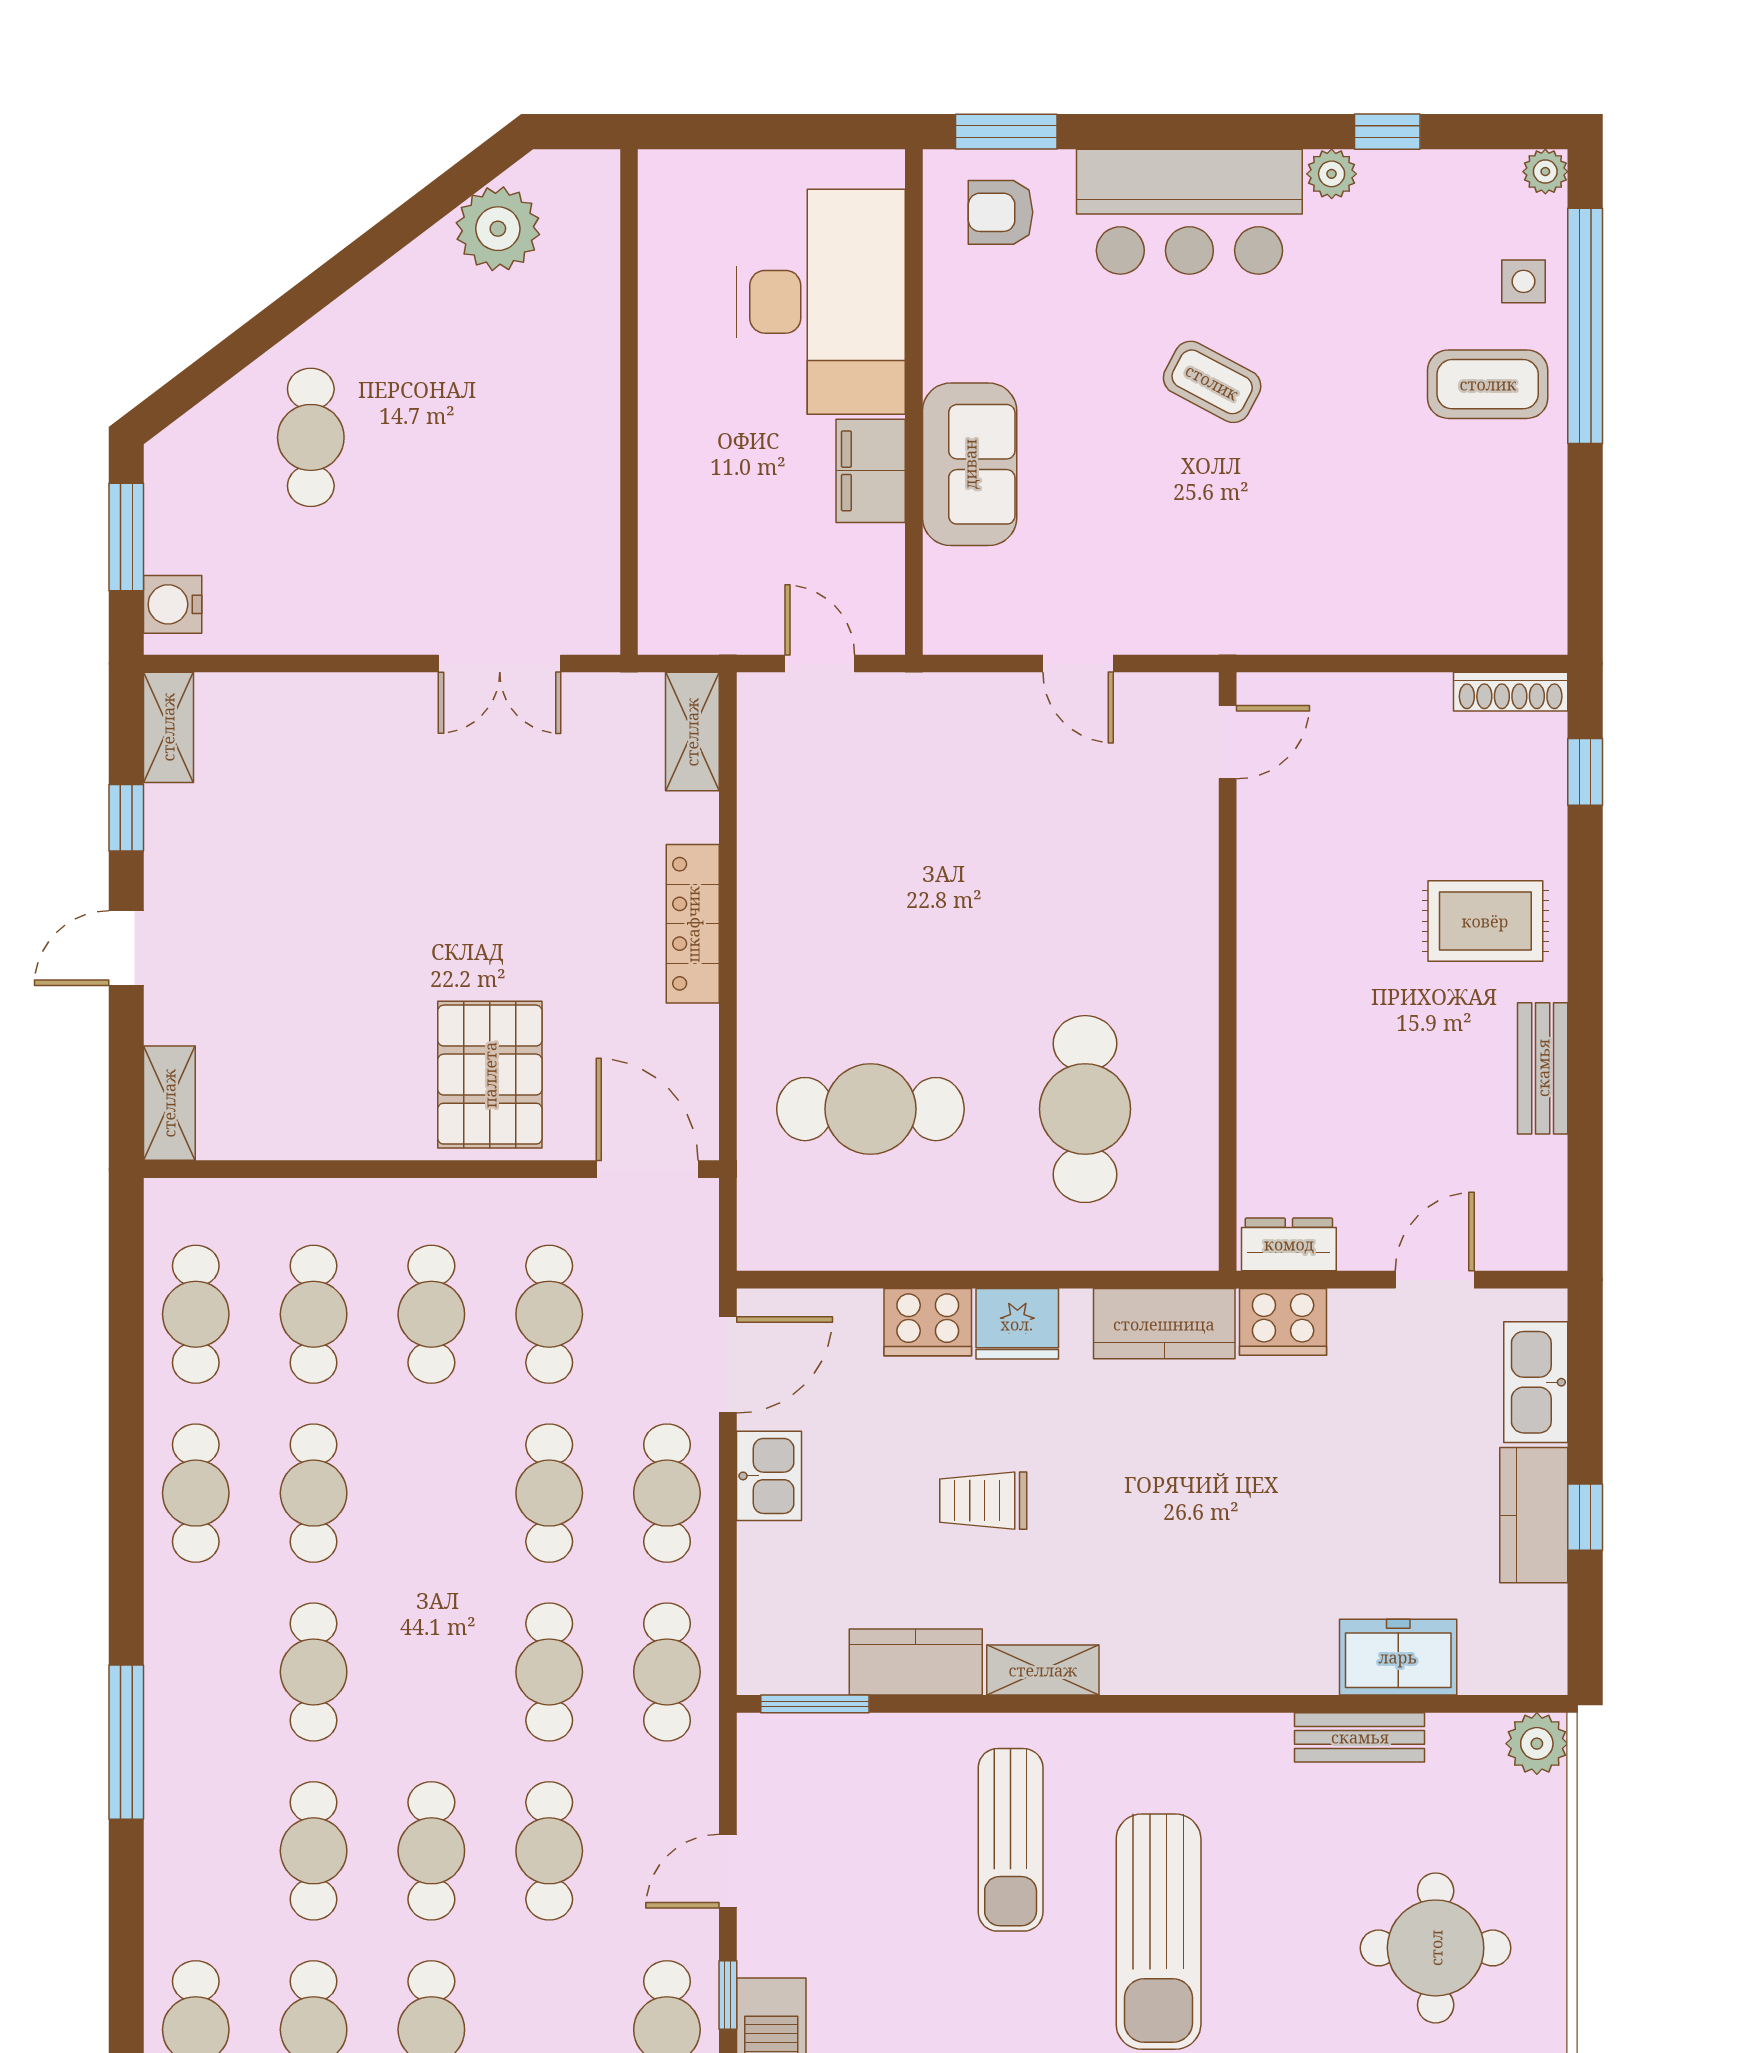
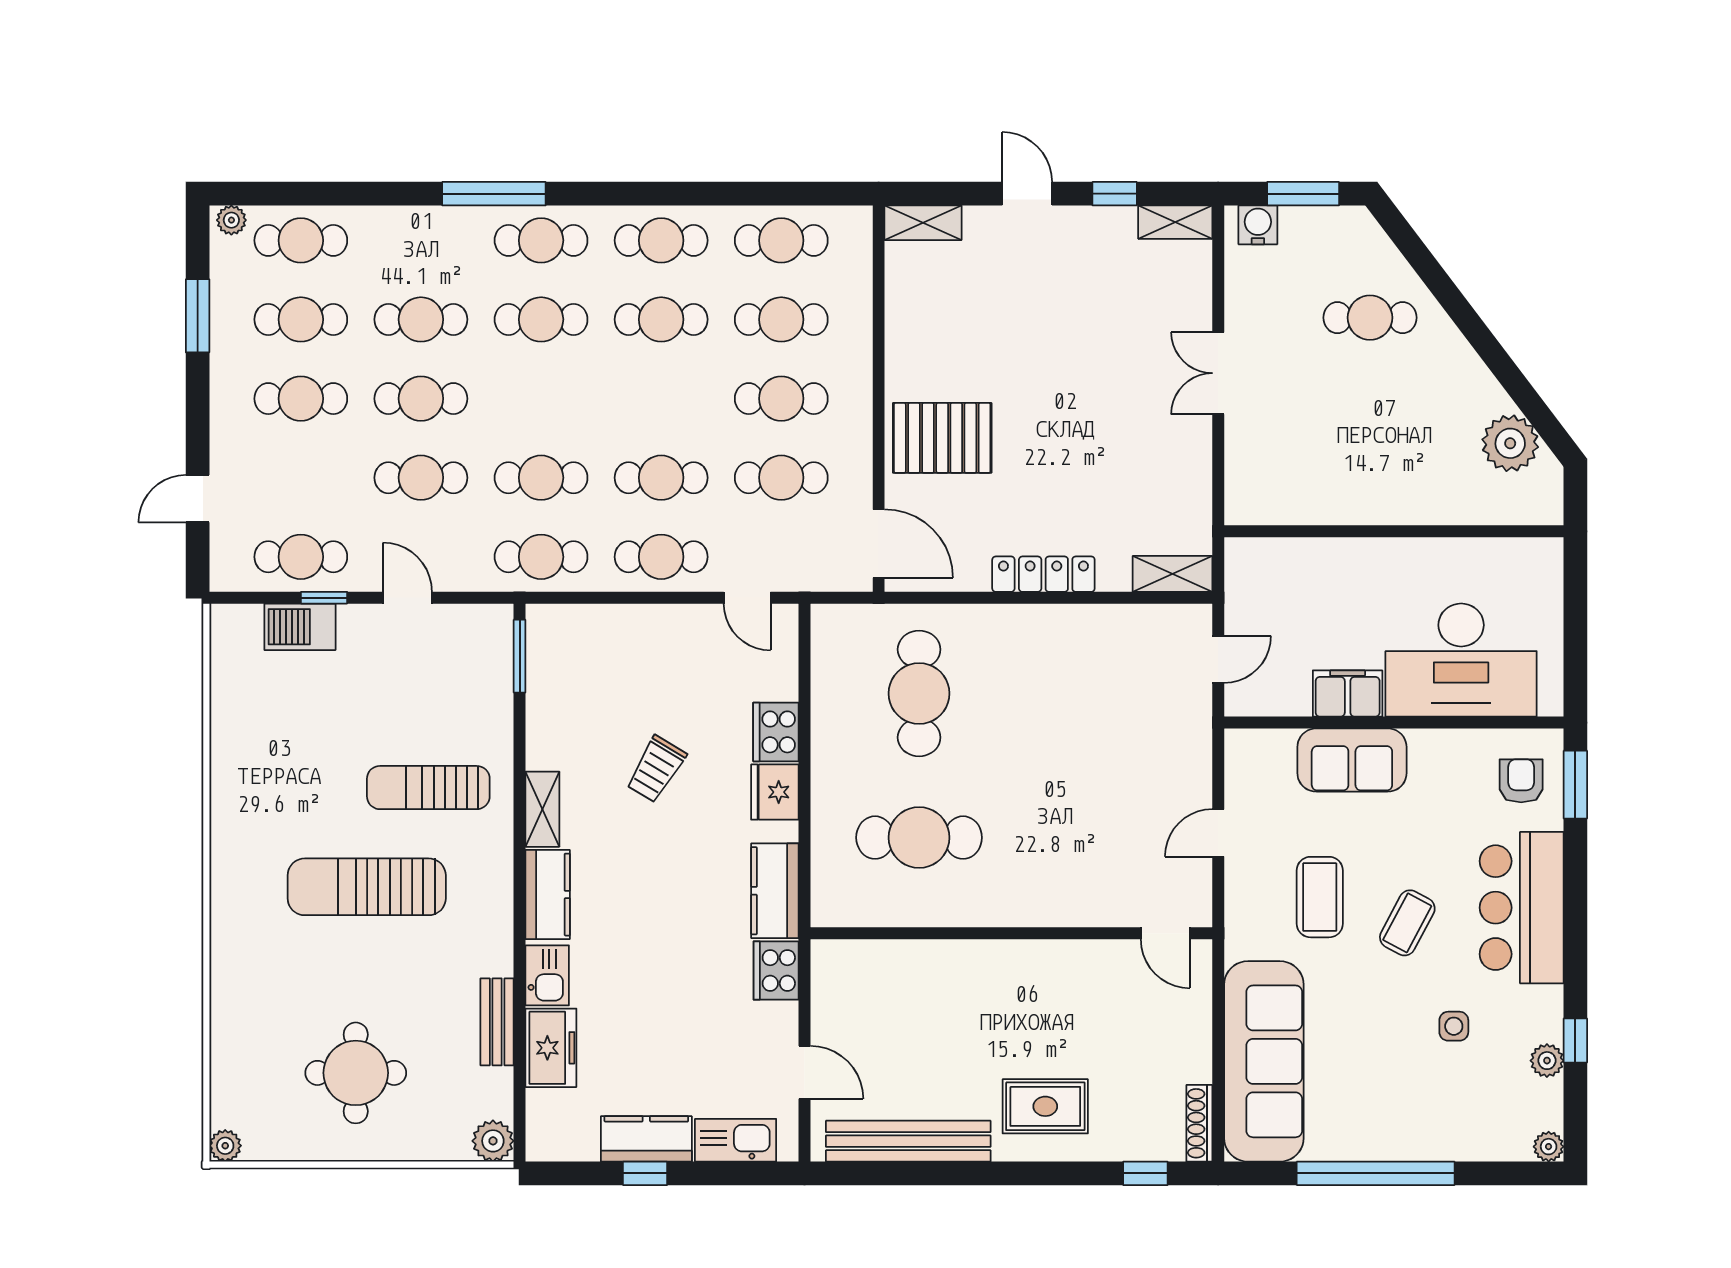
plant: (1332, 174) -> (1547, 1061), moved
side table: (1524, 281) -> (1454, 1026), moved
window: (1585, 326) -> (1376, 1173), moved
coffee table: (1488, 384) -> (1320, 897), moved
sofa: (1418, 595) -> (1264, 1061), added
double door: (500, 663) -> (1218, 373), moved
rug: (1485, 921) -> (1045, 1106), turned 90
bench: (1543, 1068) -> (908, 1141), width x1.86, depth x1.21
door: (647, 1169) -> (879, 544), hinge flipped
dresser: (1289, 1244) -> (828, 974), removed
door: (728, 1365) -> (747, 598), width x0.73
kitchen sink: (769, 1476) -> (547, 975), moved, turned -90
trolley: (983, 1501) -> (656, 769), turned -149
kitchen counter: (916, 1662) -> (548, 895), moved
cafe table: (196, 1672) -> (541, 240), added

